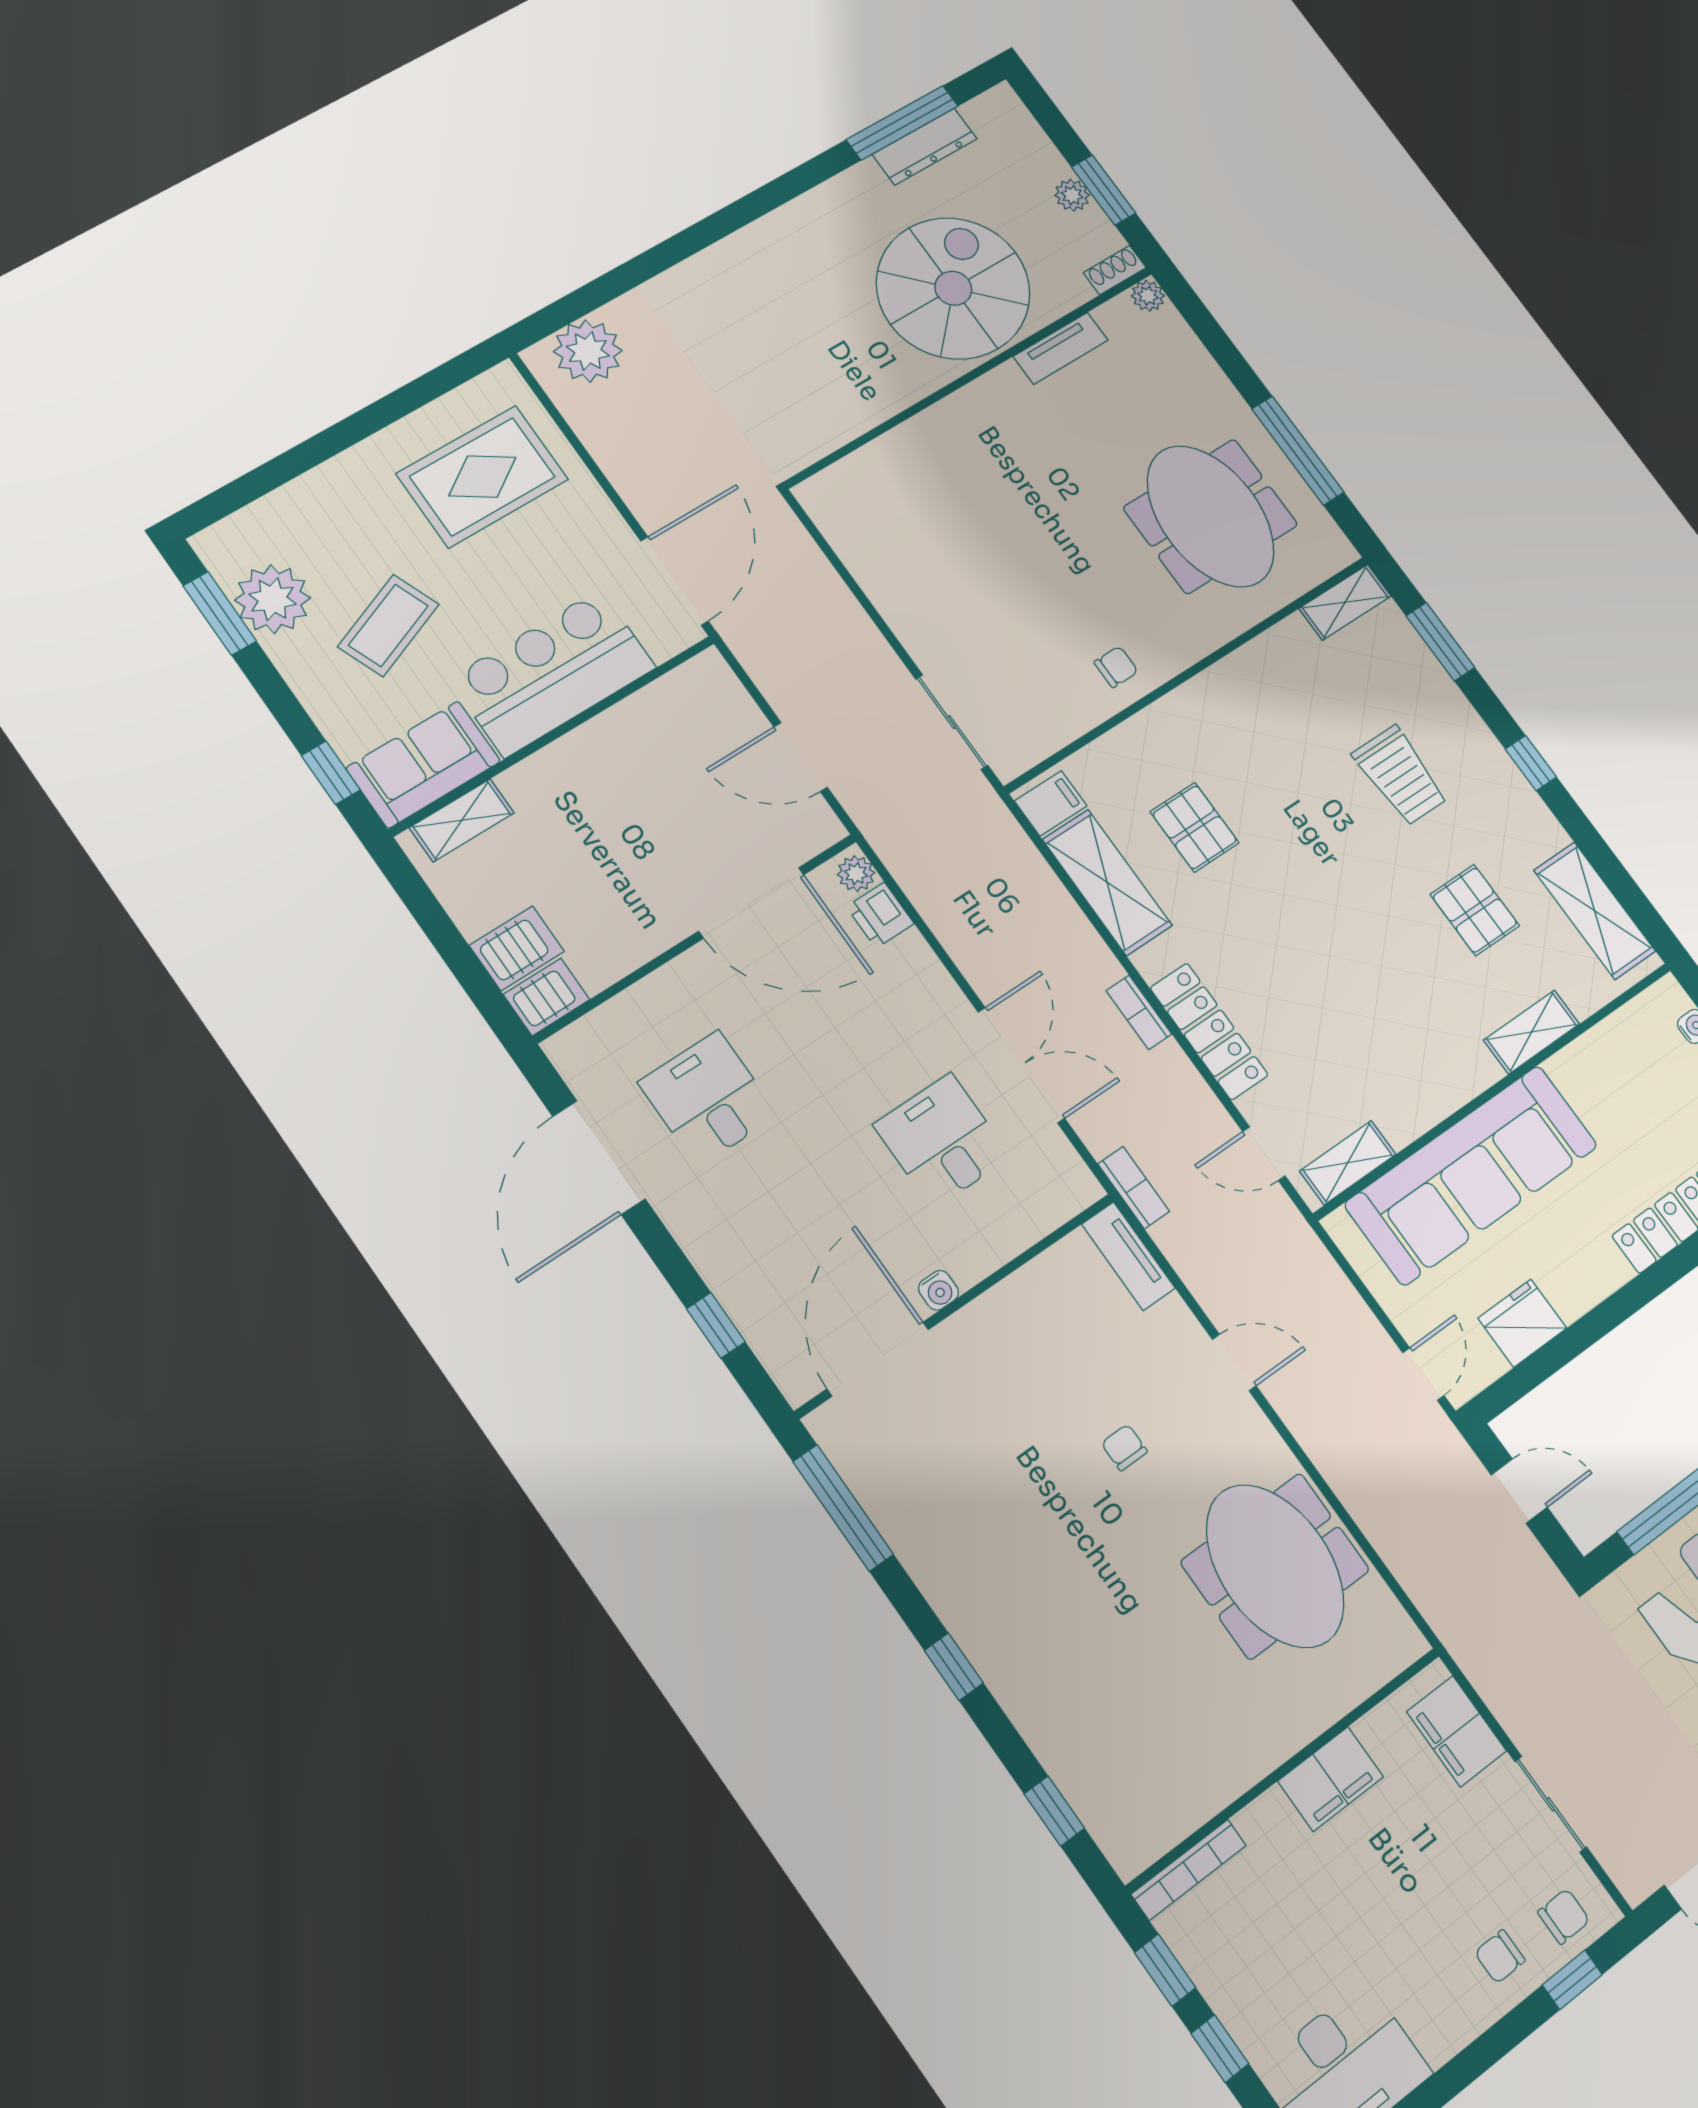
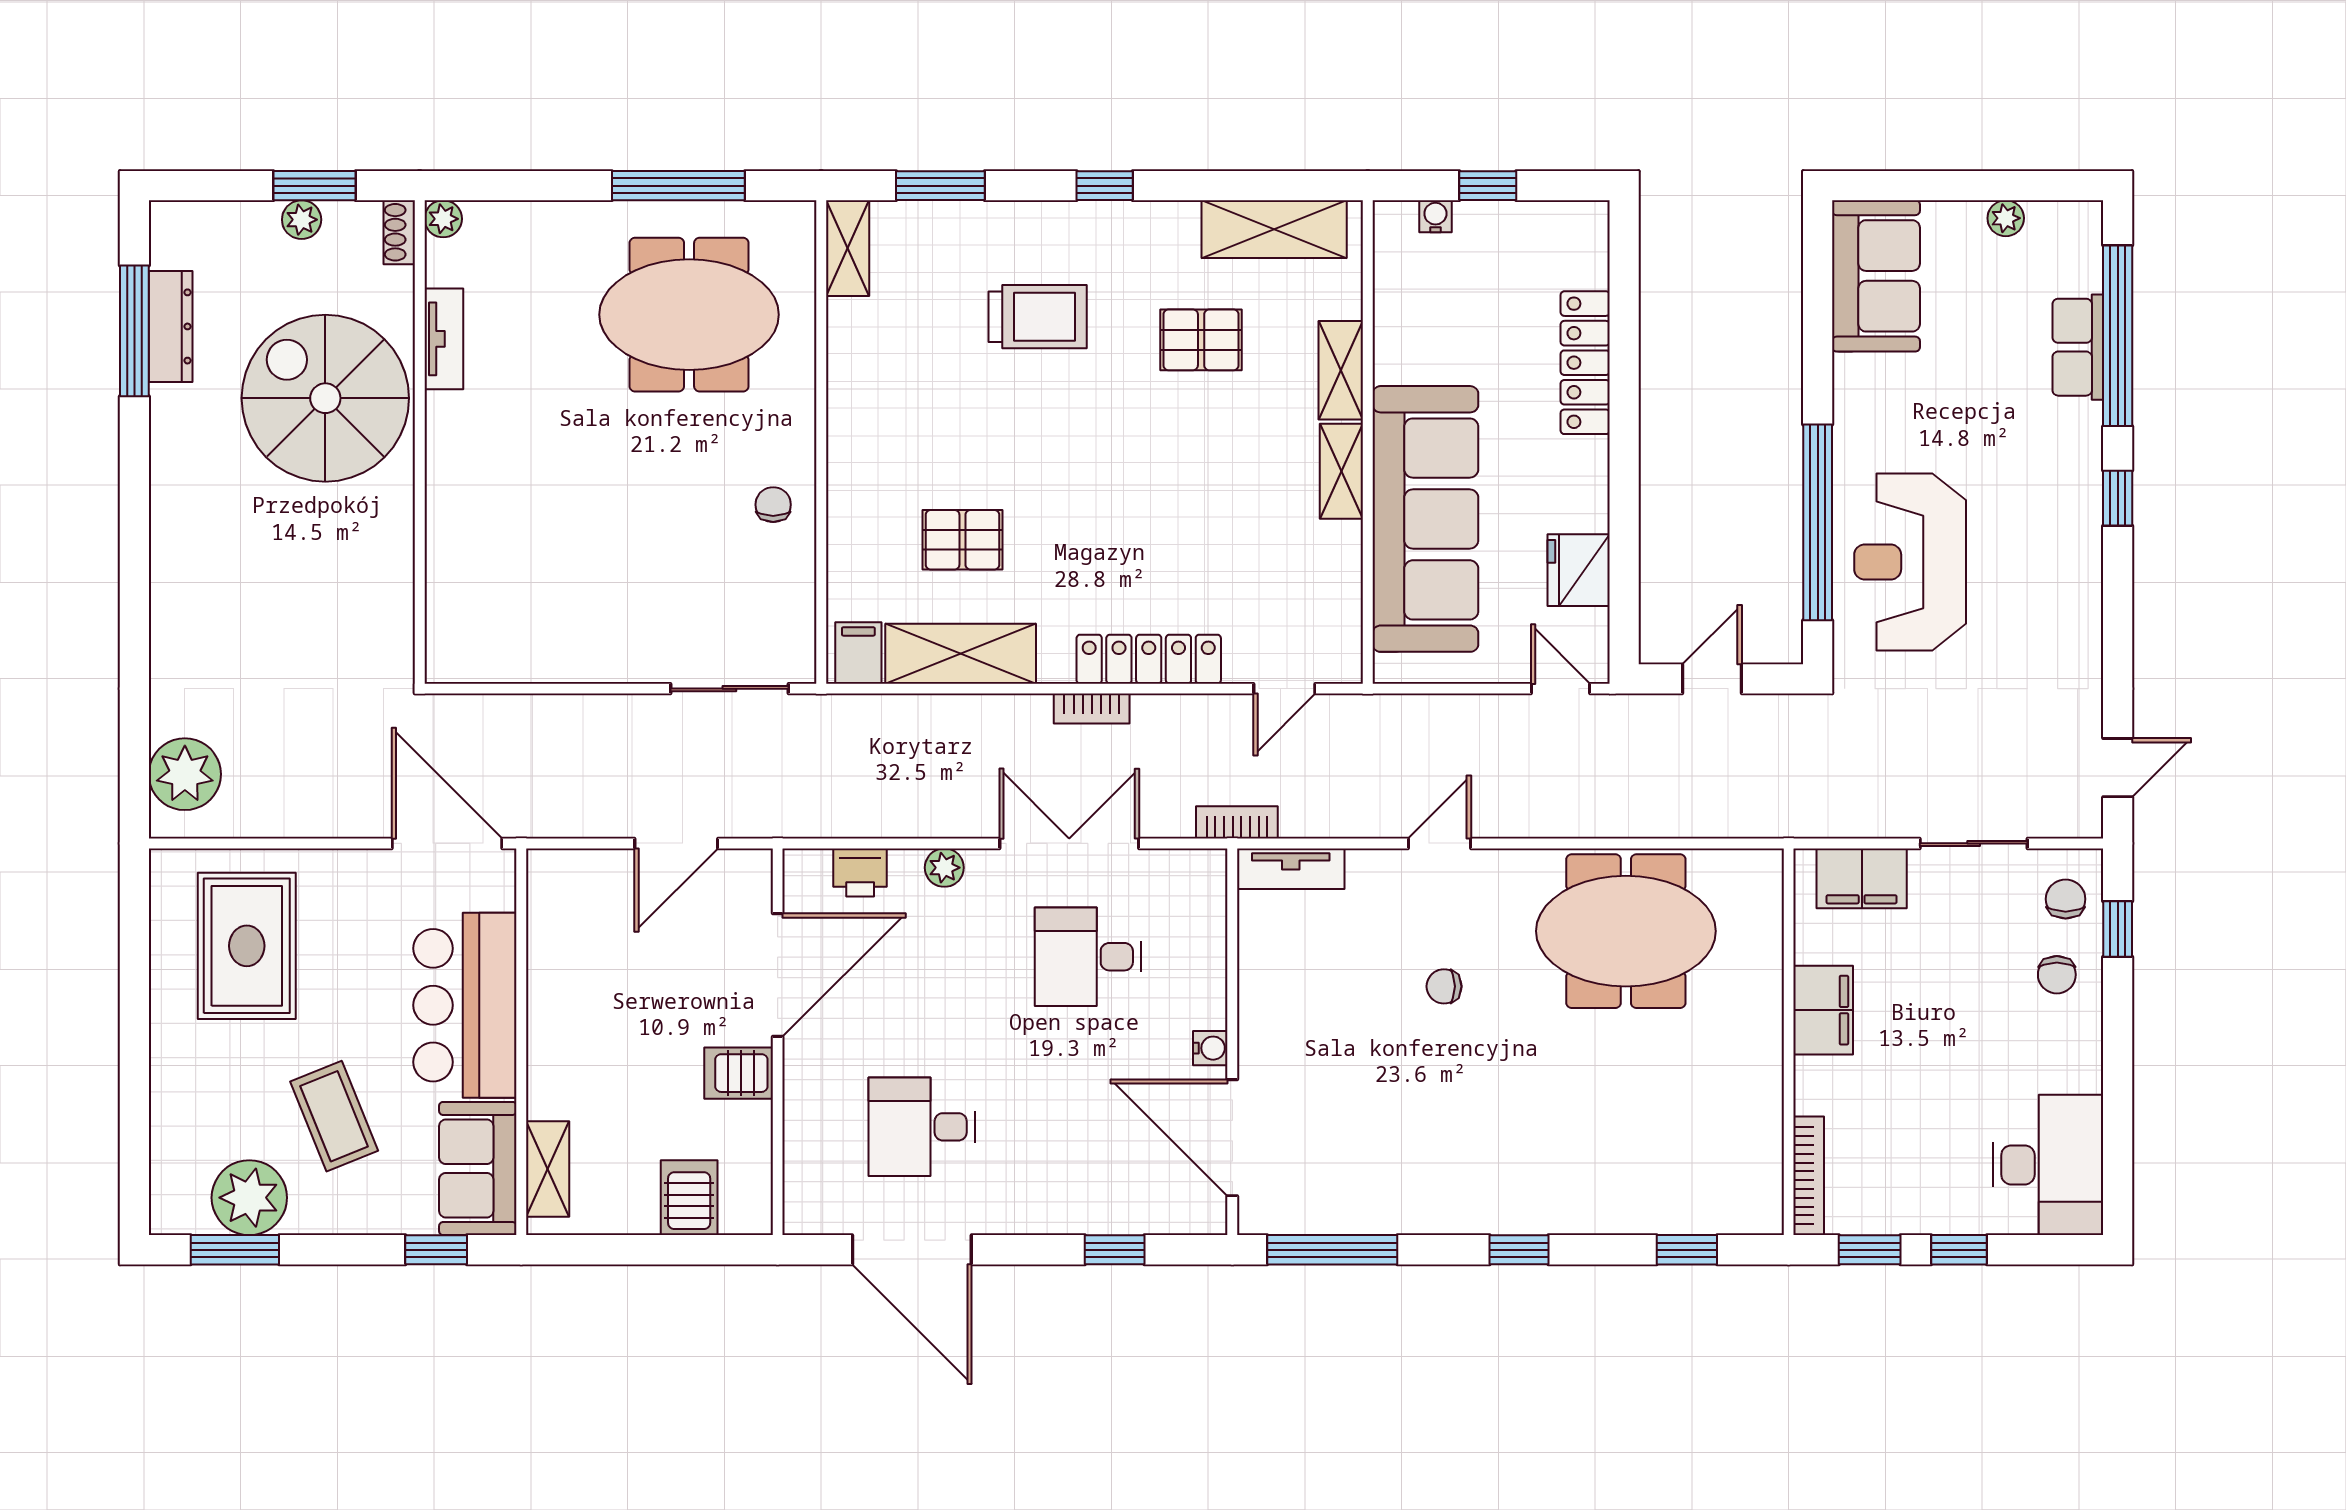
plant: (856, 874) -> (944, 868), moved
server rack: (547, 997) -> (739, 1073), moved, turned -90
shelving: (1348, 1163) -> (1341, 471), moved

